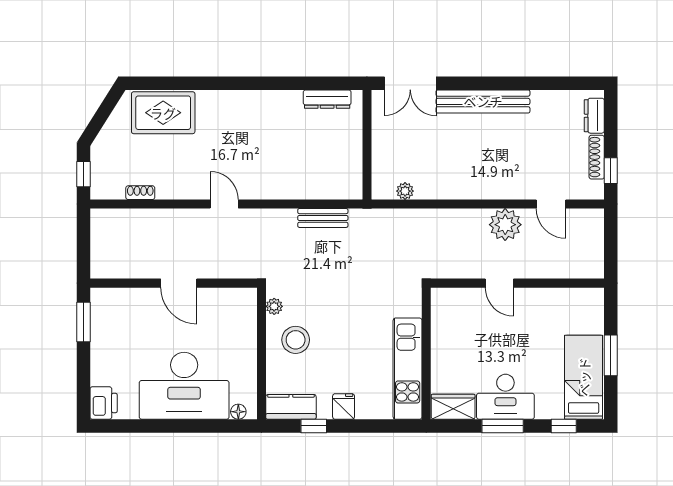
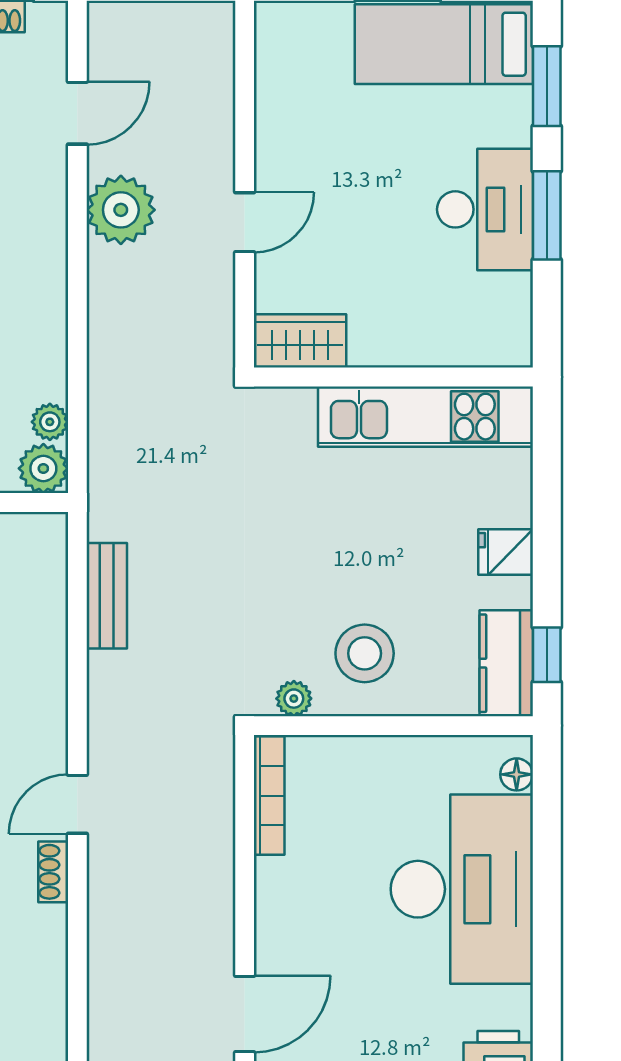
plant: (383, 188) -> (43, 468), added
shoe rack: (140, 193) -> (53, 872), moved
door: (179, 283) -> (245, 1014), moved
bookcase: (228, 295) -> (269, 796), added
wardrobe: (453, 407) -> (300, 341), moved, turned 90
window: (314, 426) -> (547, 655), moved
window: (564, 426) -> (547, 86), width x1.50

